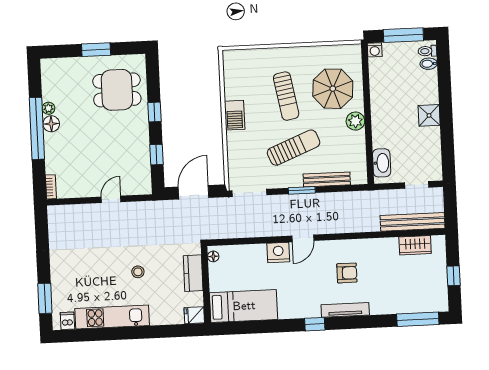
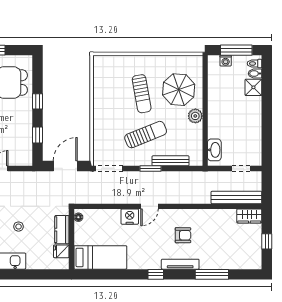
washing machine: (375, 50) -> (226, 61), moved
barbecue: (235, 115) -> (100, 107), removed
shower: (429, 115) -> (253, 87), moved
wardrobe: (415, 245) -> (249, 216), moved
fridge: (194, 315) -> (61, 251), moved
window: (418, 319) -> (212, 274), moved

